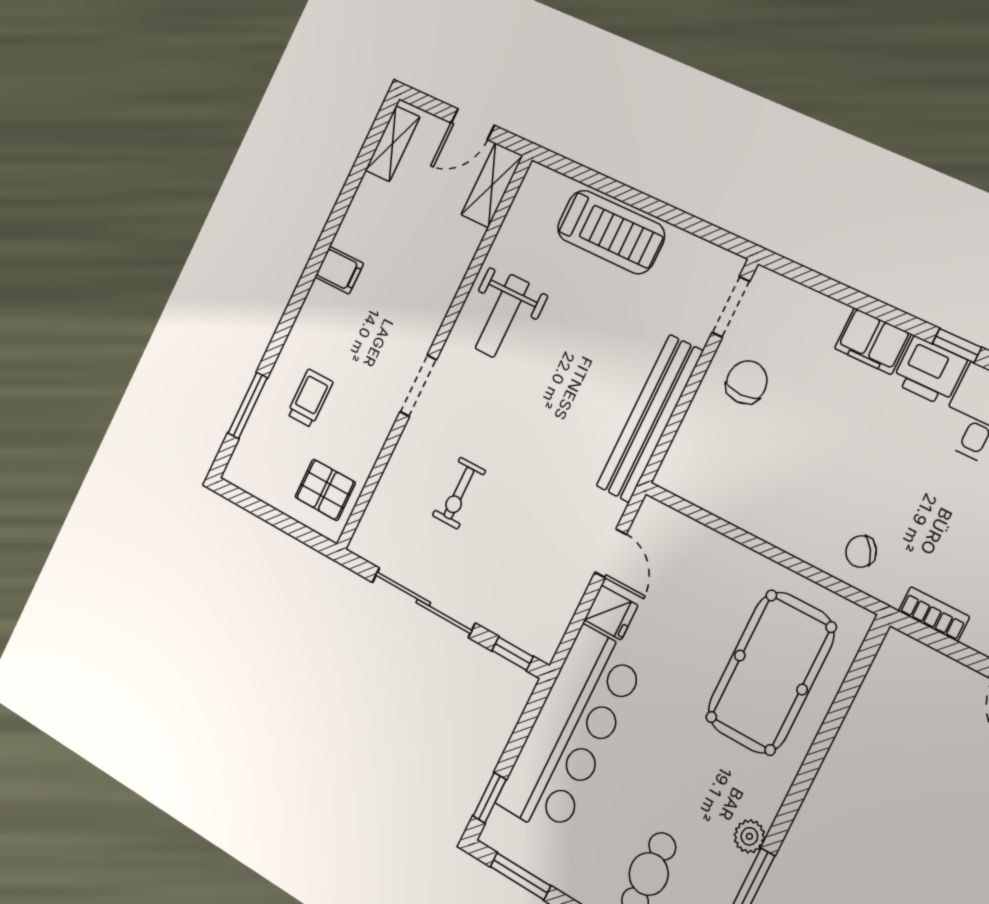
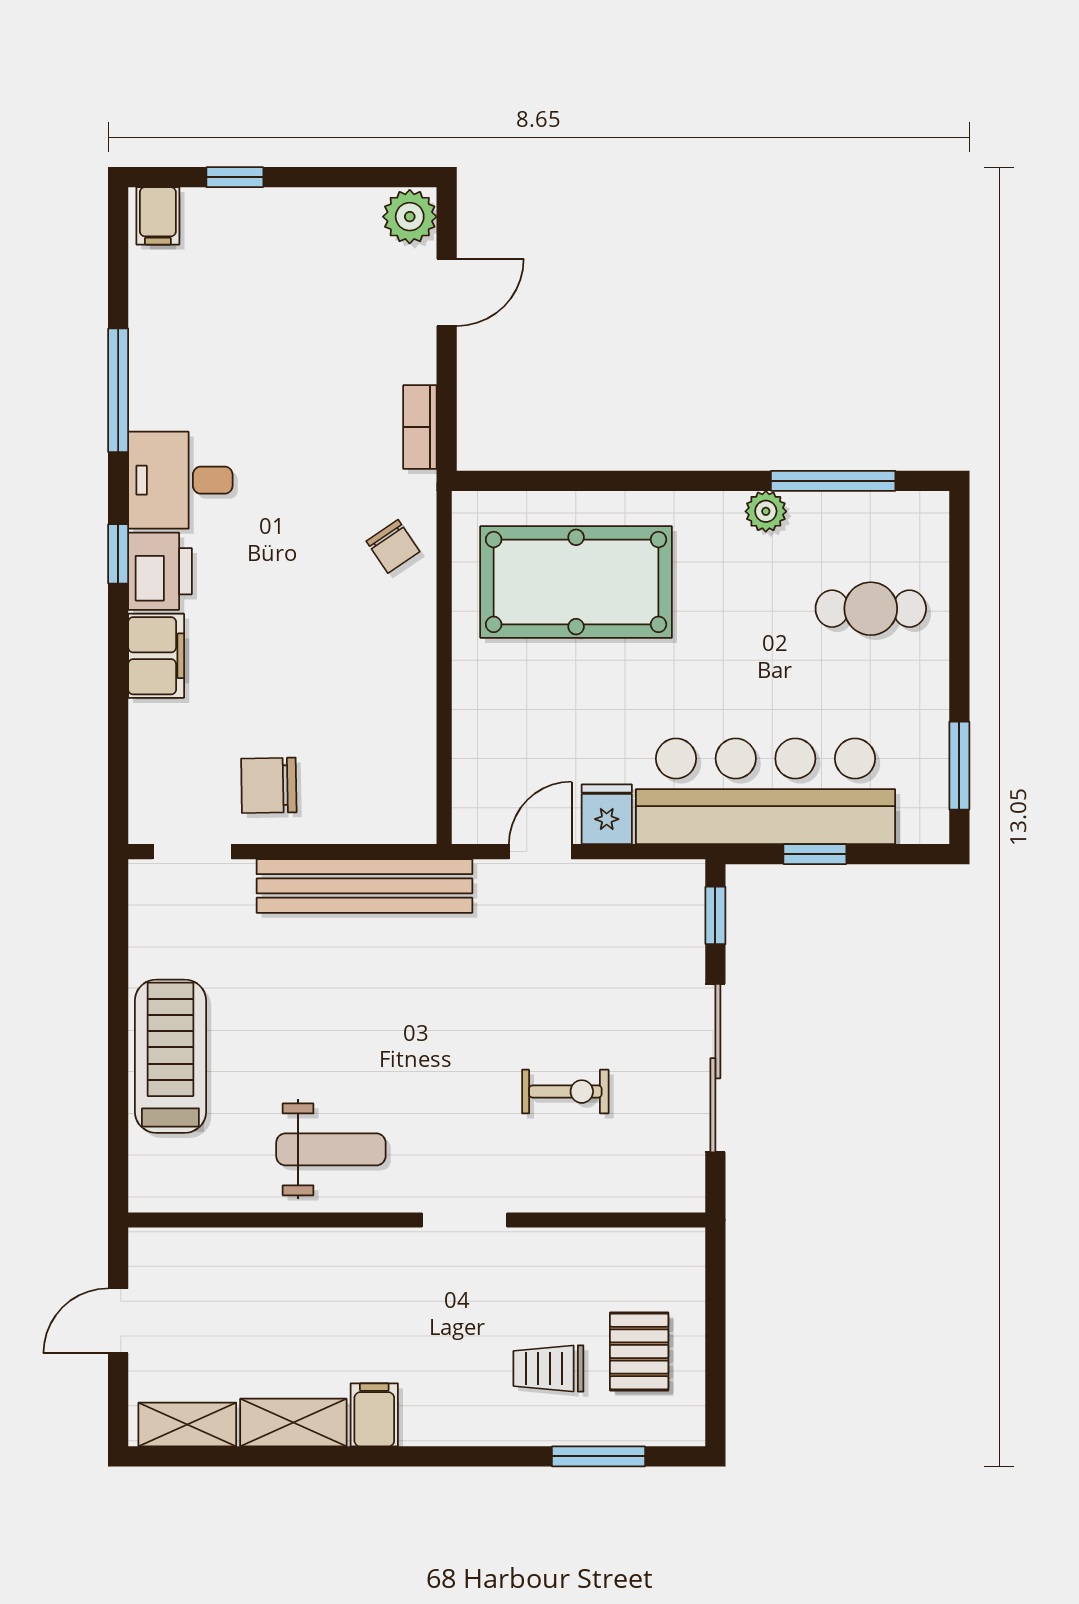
door: (473, 124) -> (118, 1321), swing flipped
shelving: (492, 185) -> (293, 1423), moved
pallet: (325, 490) -> (639, 1351), moved
window: (489, 798) -> (815, 854), moved

